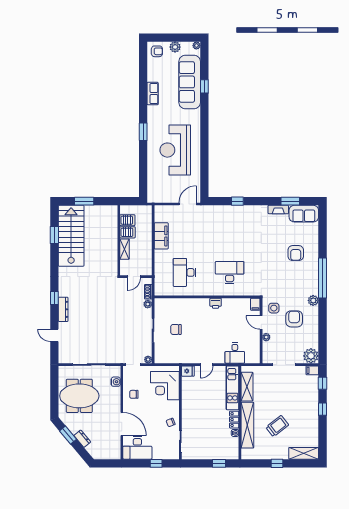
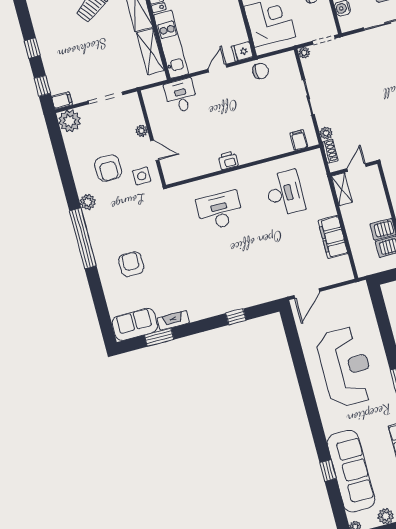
shelving: (125, 249) -> (342, 189), moved
desk: (230, 272) -> (220, 211), turned 180
filing cabinet: (255, 304) -> (299, 140), moved
chair: (176, 329) -> (261, 71), moved

